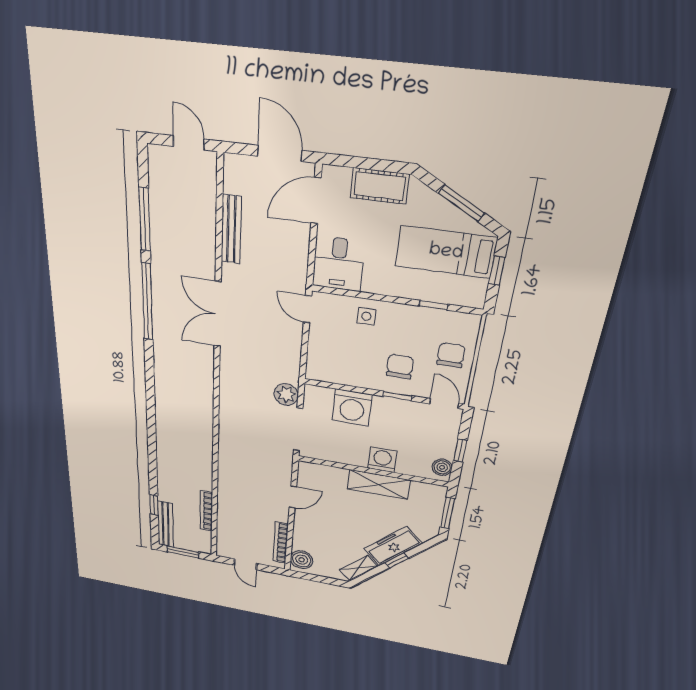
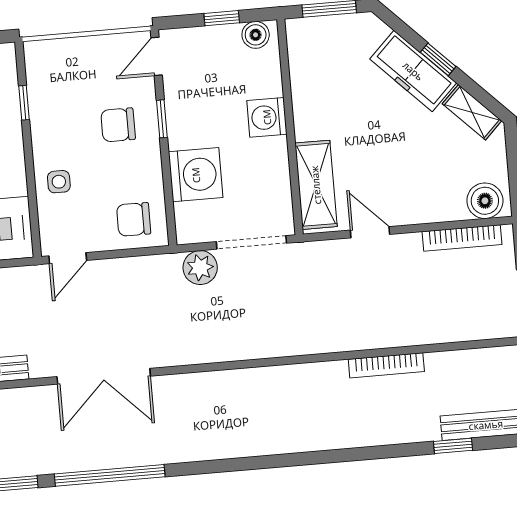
chair: (451, 355) -> (134, 219), moved
shelving: (379, 484) -> (316, 185), moved
bookcase: (206, 511) -> (386, 365), moved

